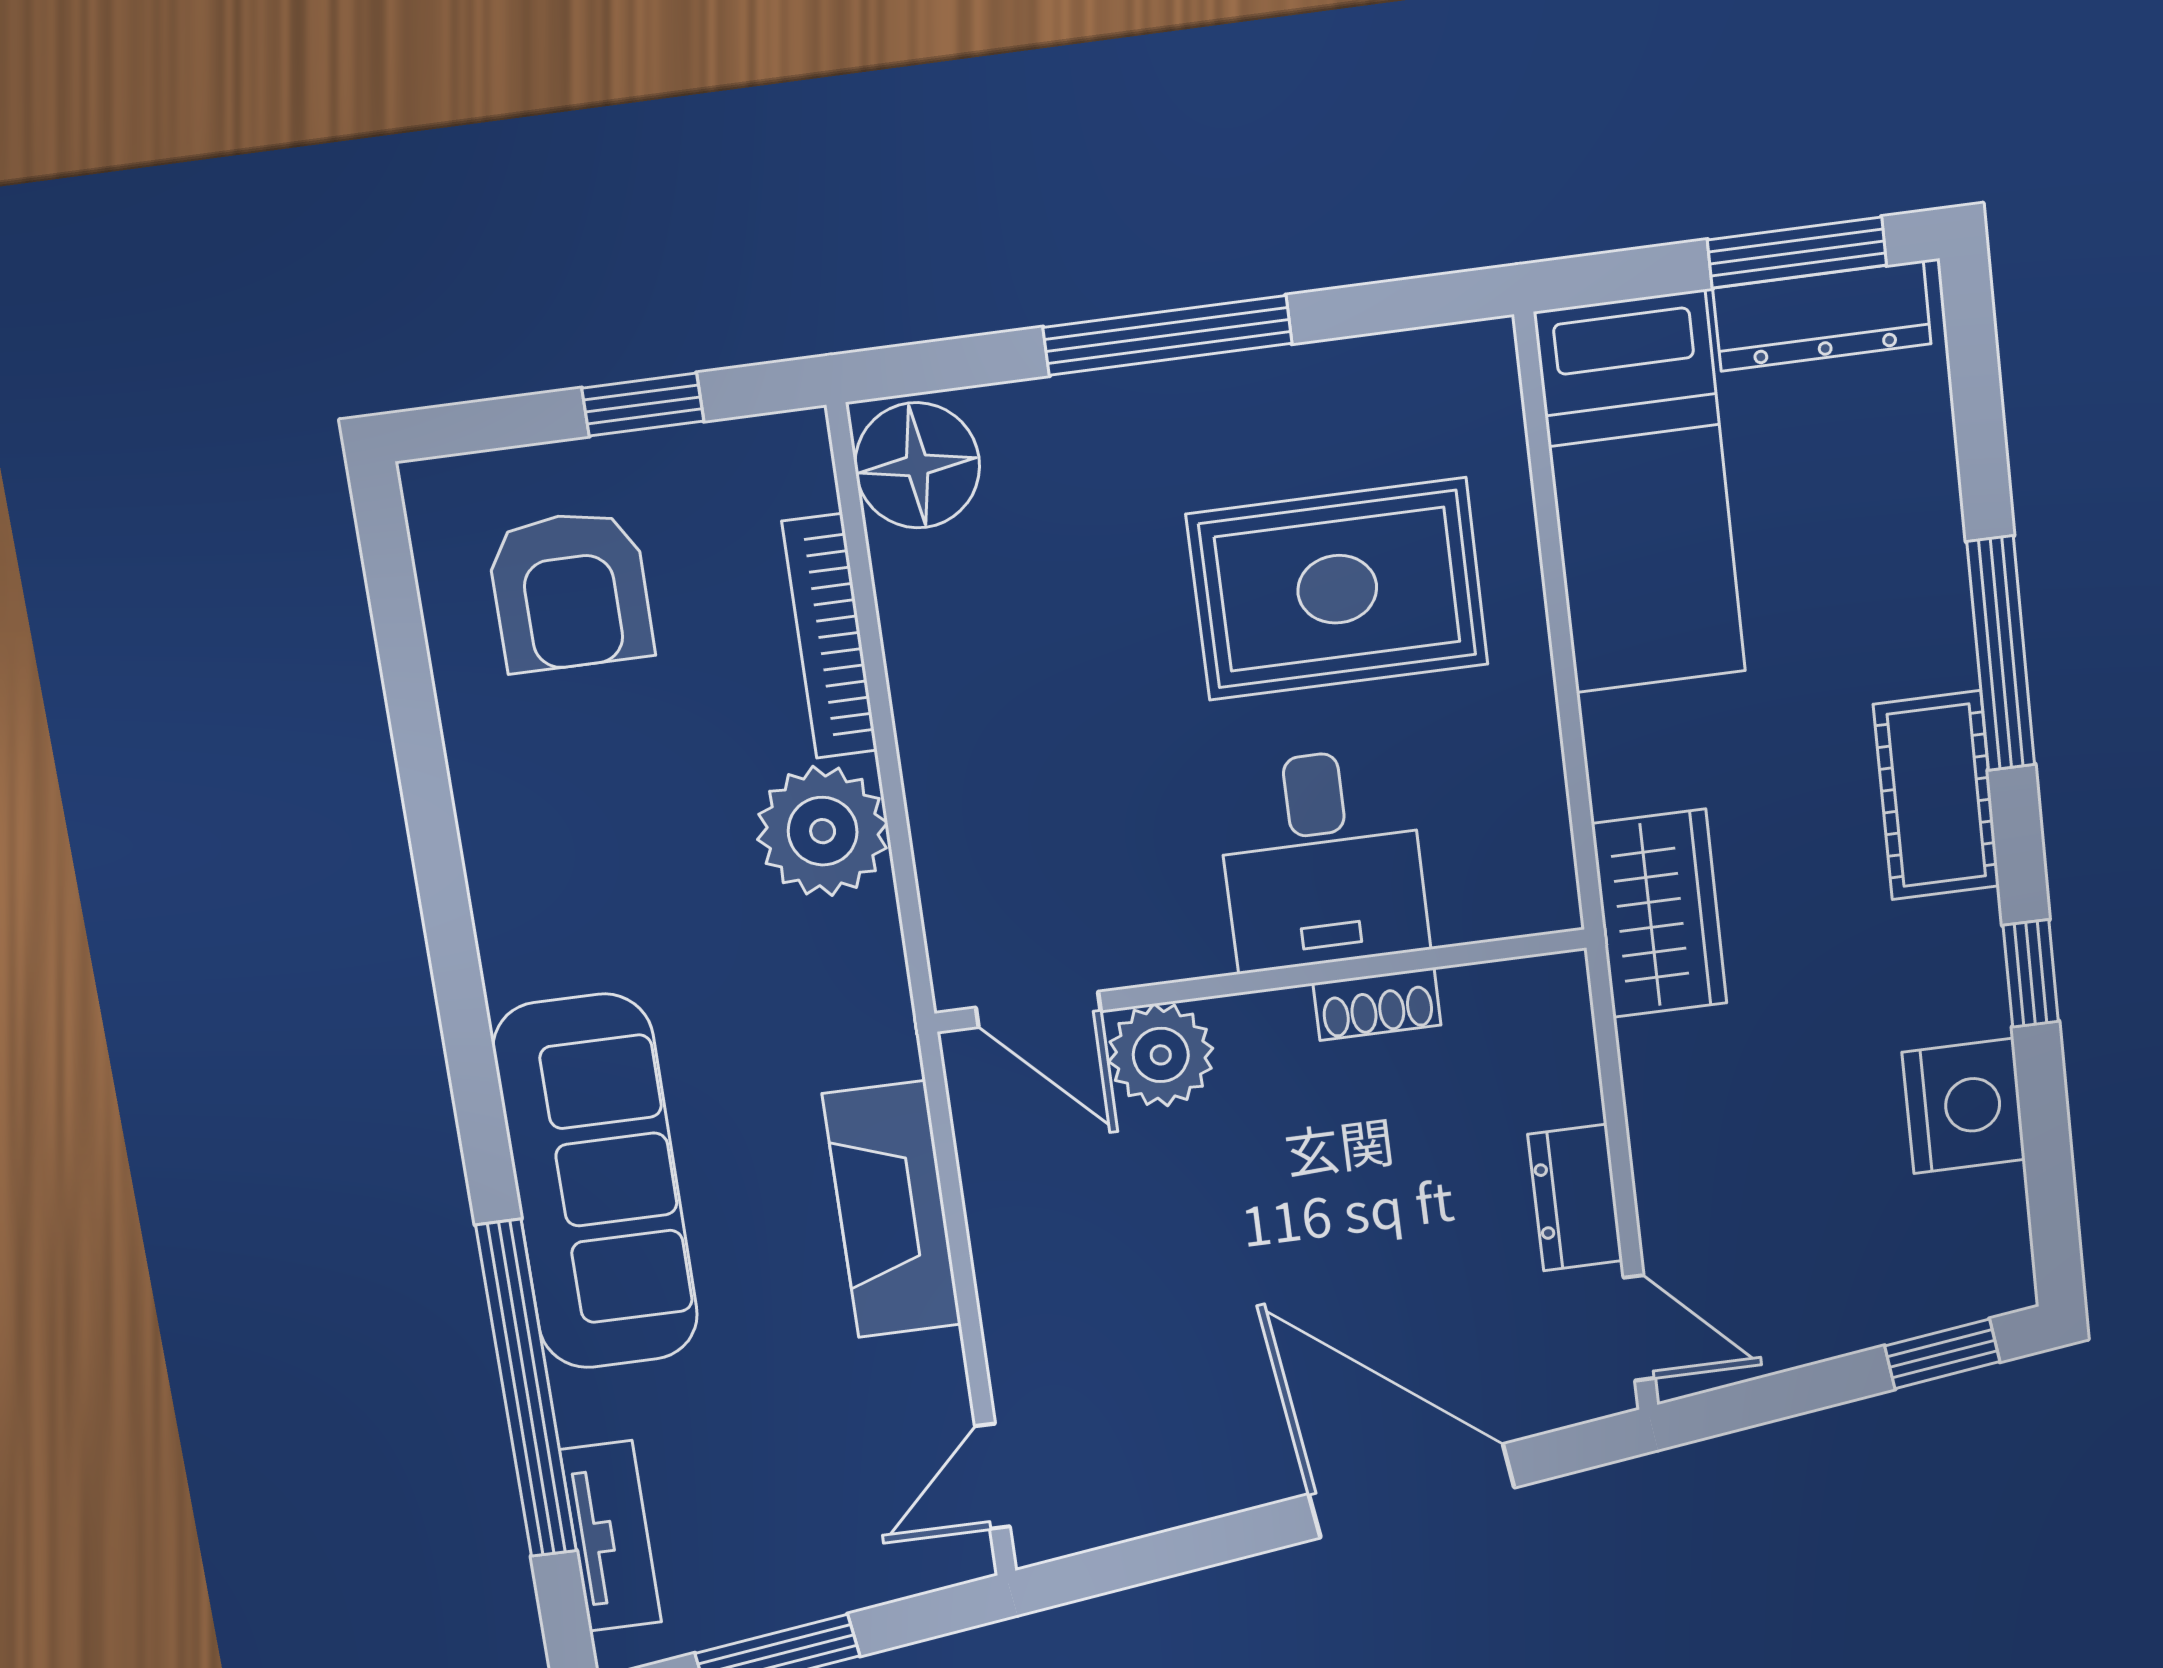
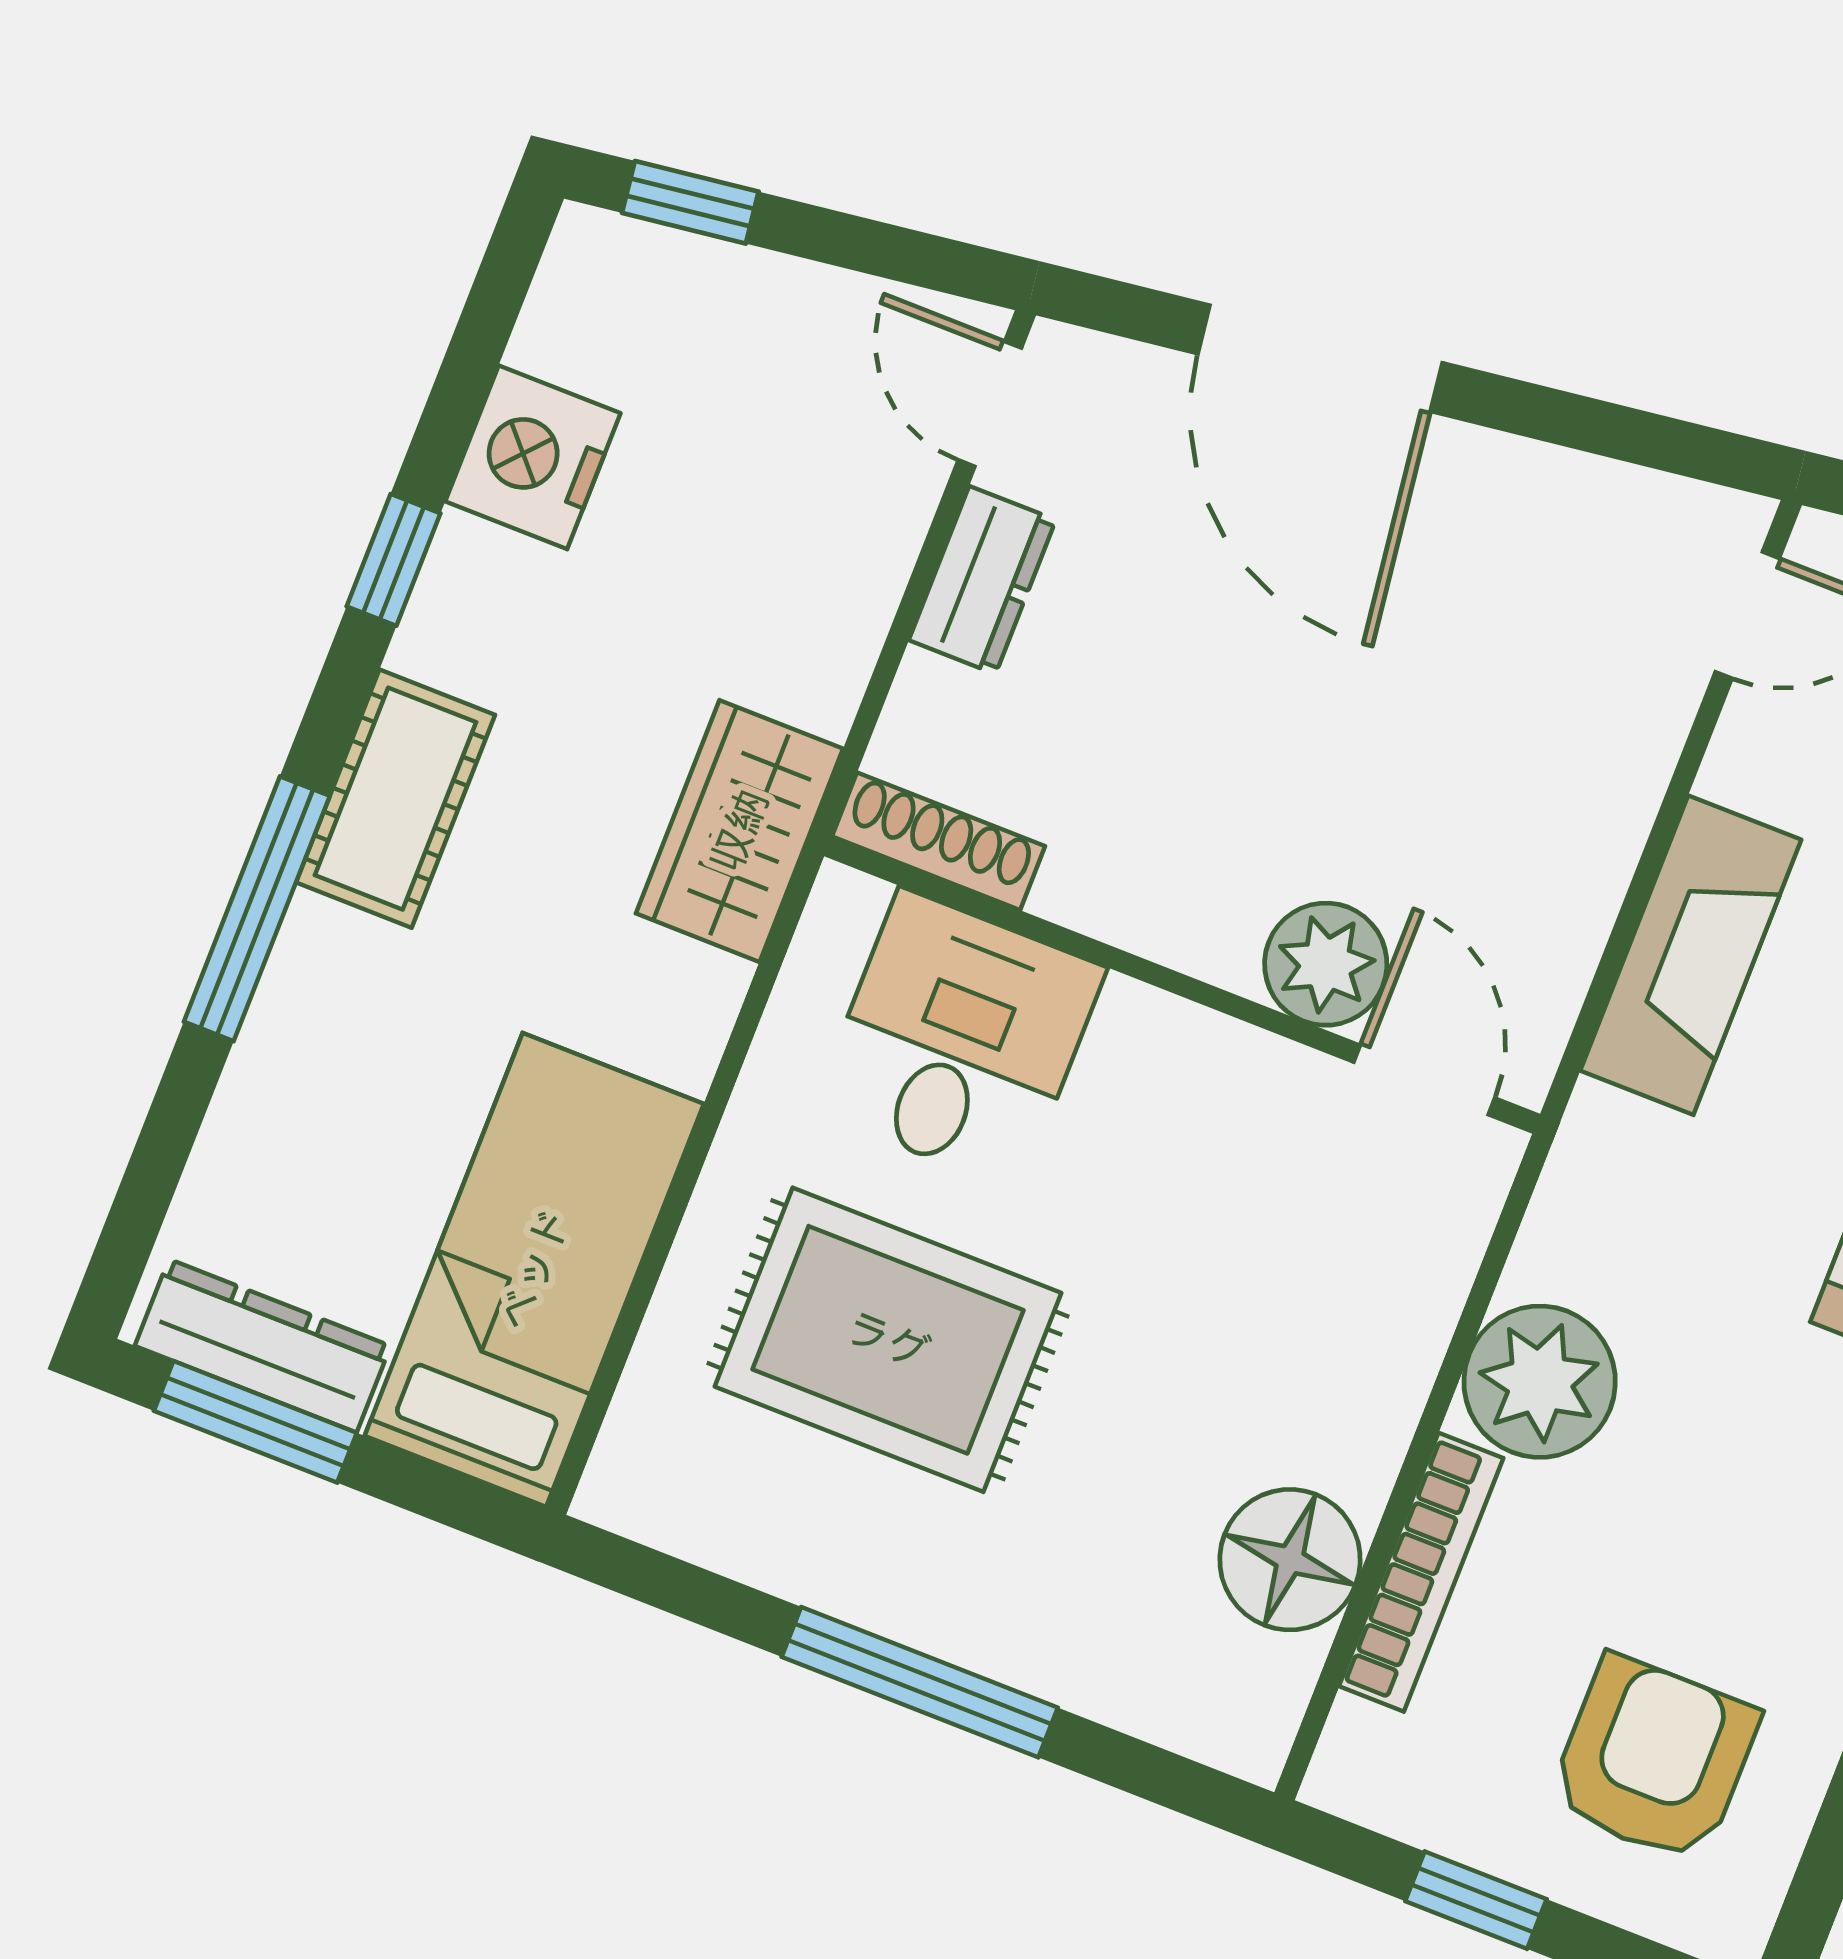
floor lamp: (917, 465) -> (1290, 1560), moved
desk: (1322, 859) -> (959, 1039), moved
shoe rack: (1377, 1004) -> (938, 841), moved, width x1.43

